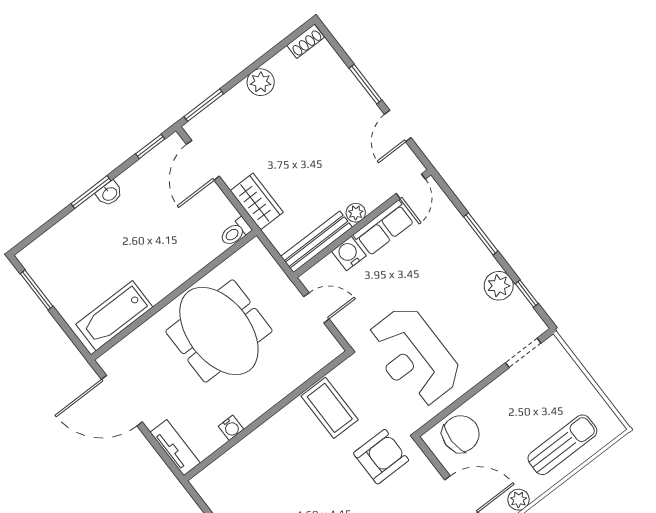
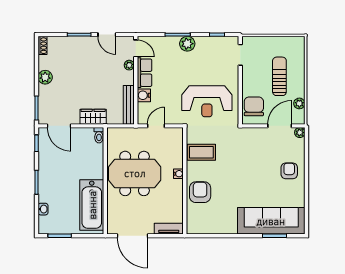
washbasin: (109, 194) -> (43, 209), moved
plant: (356, 213) -> (129, 65), moved
plant: (499, 286) -> (187, 44), moved
bathtub: (114, 316) -> (92, 205), width x1.36, depth x1.36
door: (122, 401) -> (132, 236), hinge flipped
water cooler: (231, 428) -> (178, 174), moved
sun lounger: (562, 445) -> (279, 76), moved
armchair: (381, 457) -> (200, 192), moved

